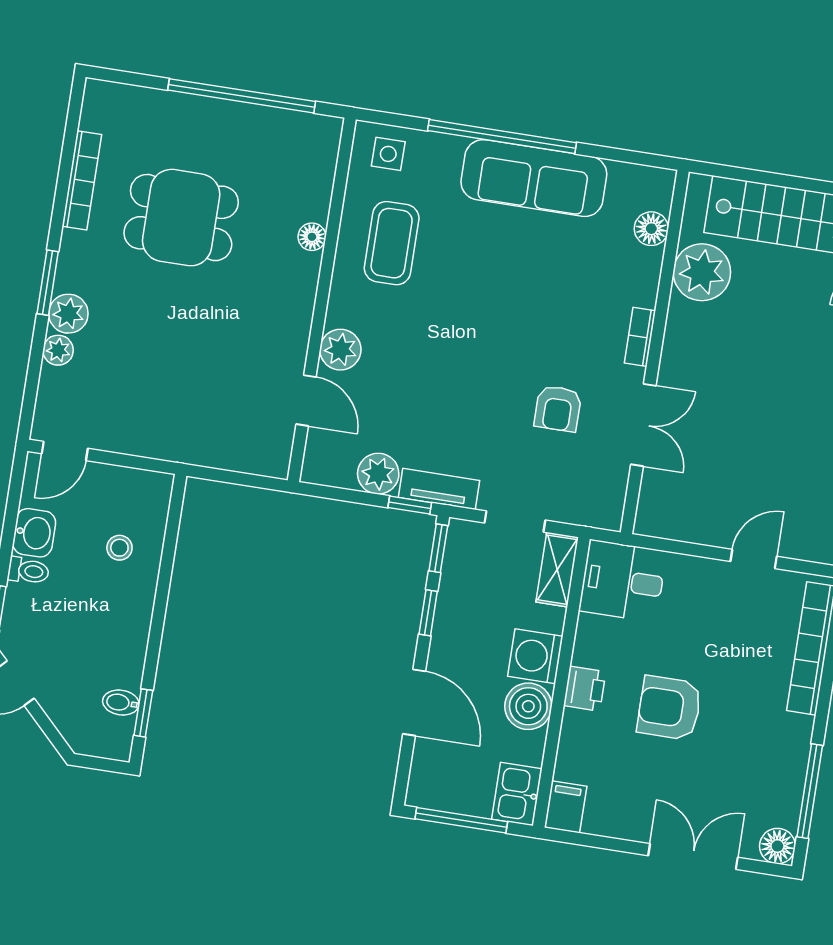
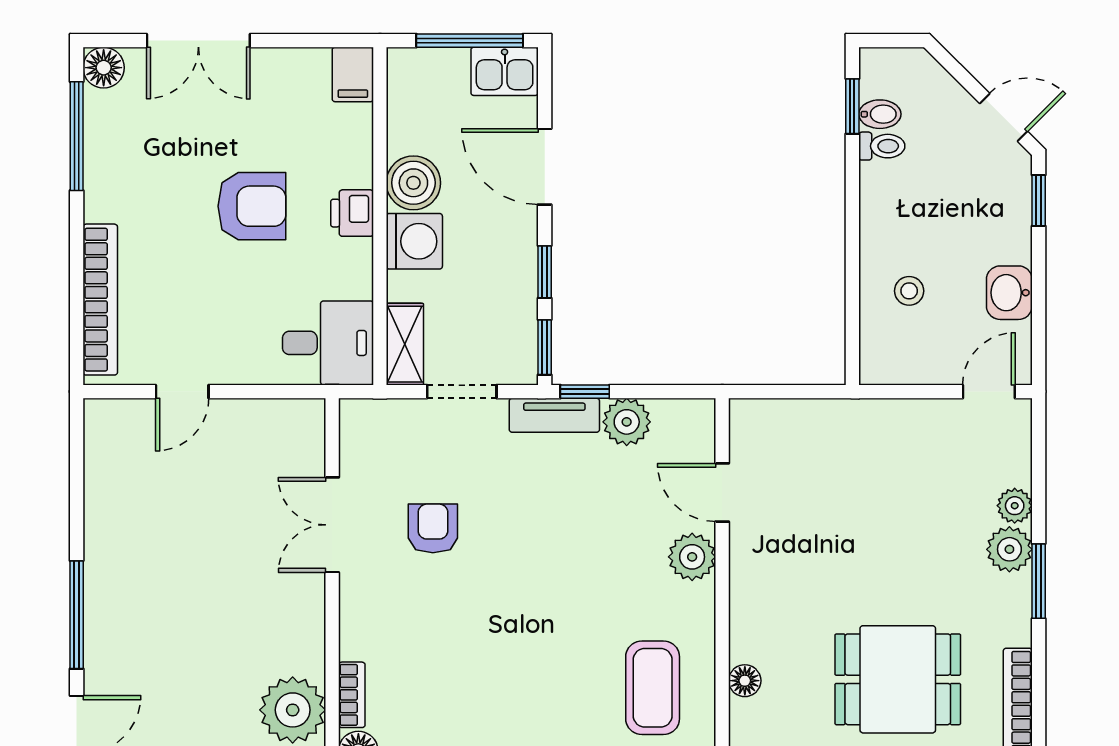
bookcase: (640, 337) -> (352, 695), moved
toilet: (28, 571) -> (882, 146), moved, turned 180
kitchen sink: (517, 794) -> (505, 71), moved, turned 90

